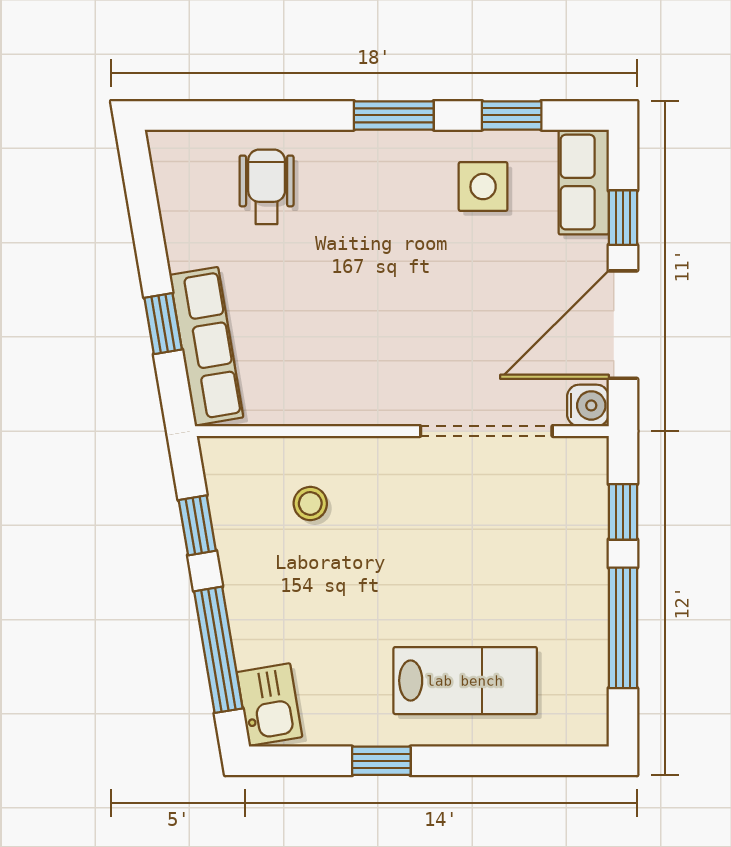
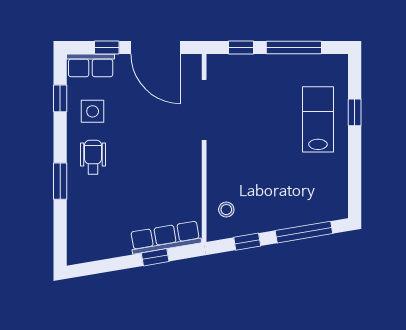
window: (394, 115) -> (60, 181), moved
wheelchair: (267, 187) -> (93, 157), moved, turned 90
water cooler: (588, 405) -> (192, 63), removed
stool: (310, 503) -> (226, 210), moved
kitchen sink: (269, 705) -> (329, 209), removed
window: (381, 761) -> (355, 112), moved

